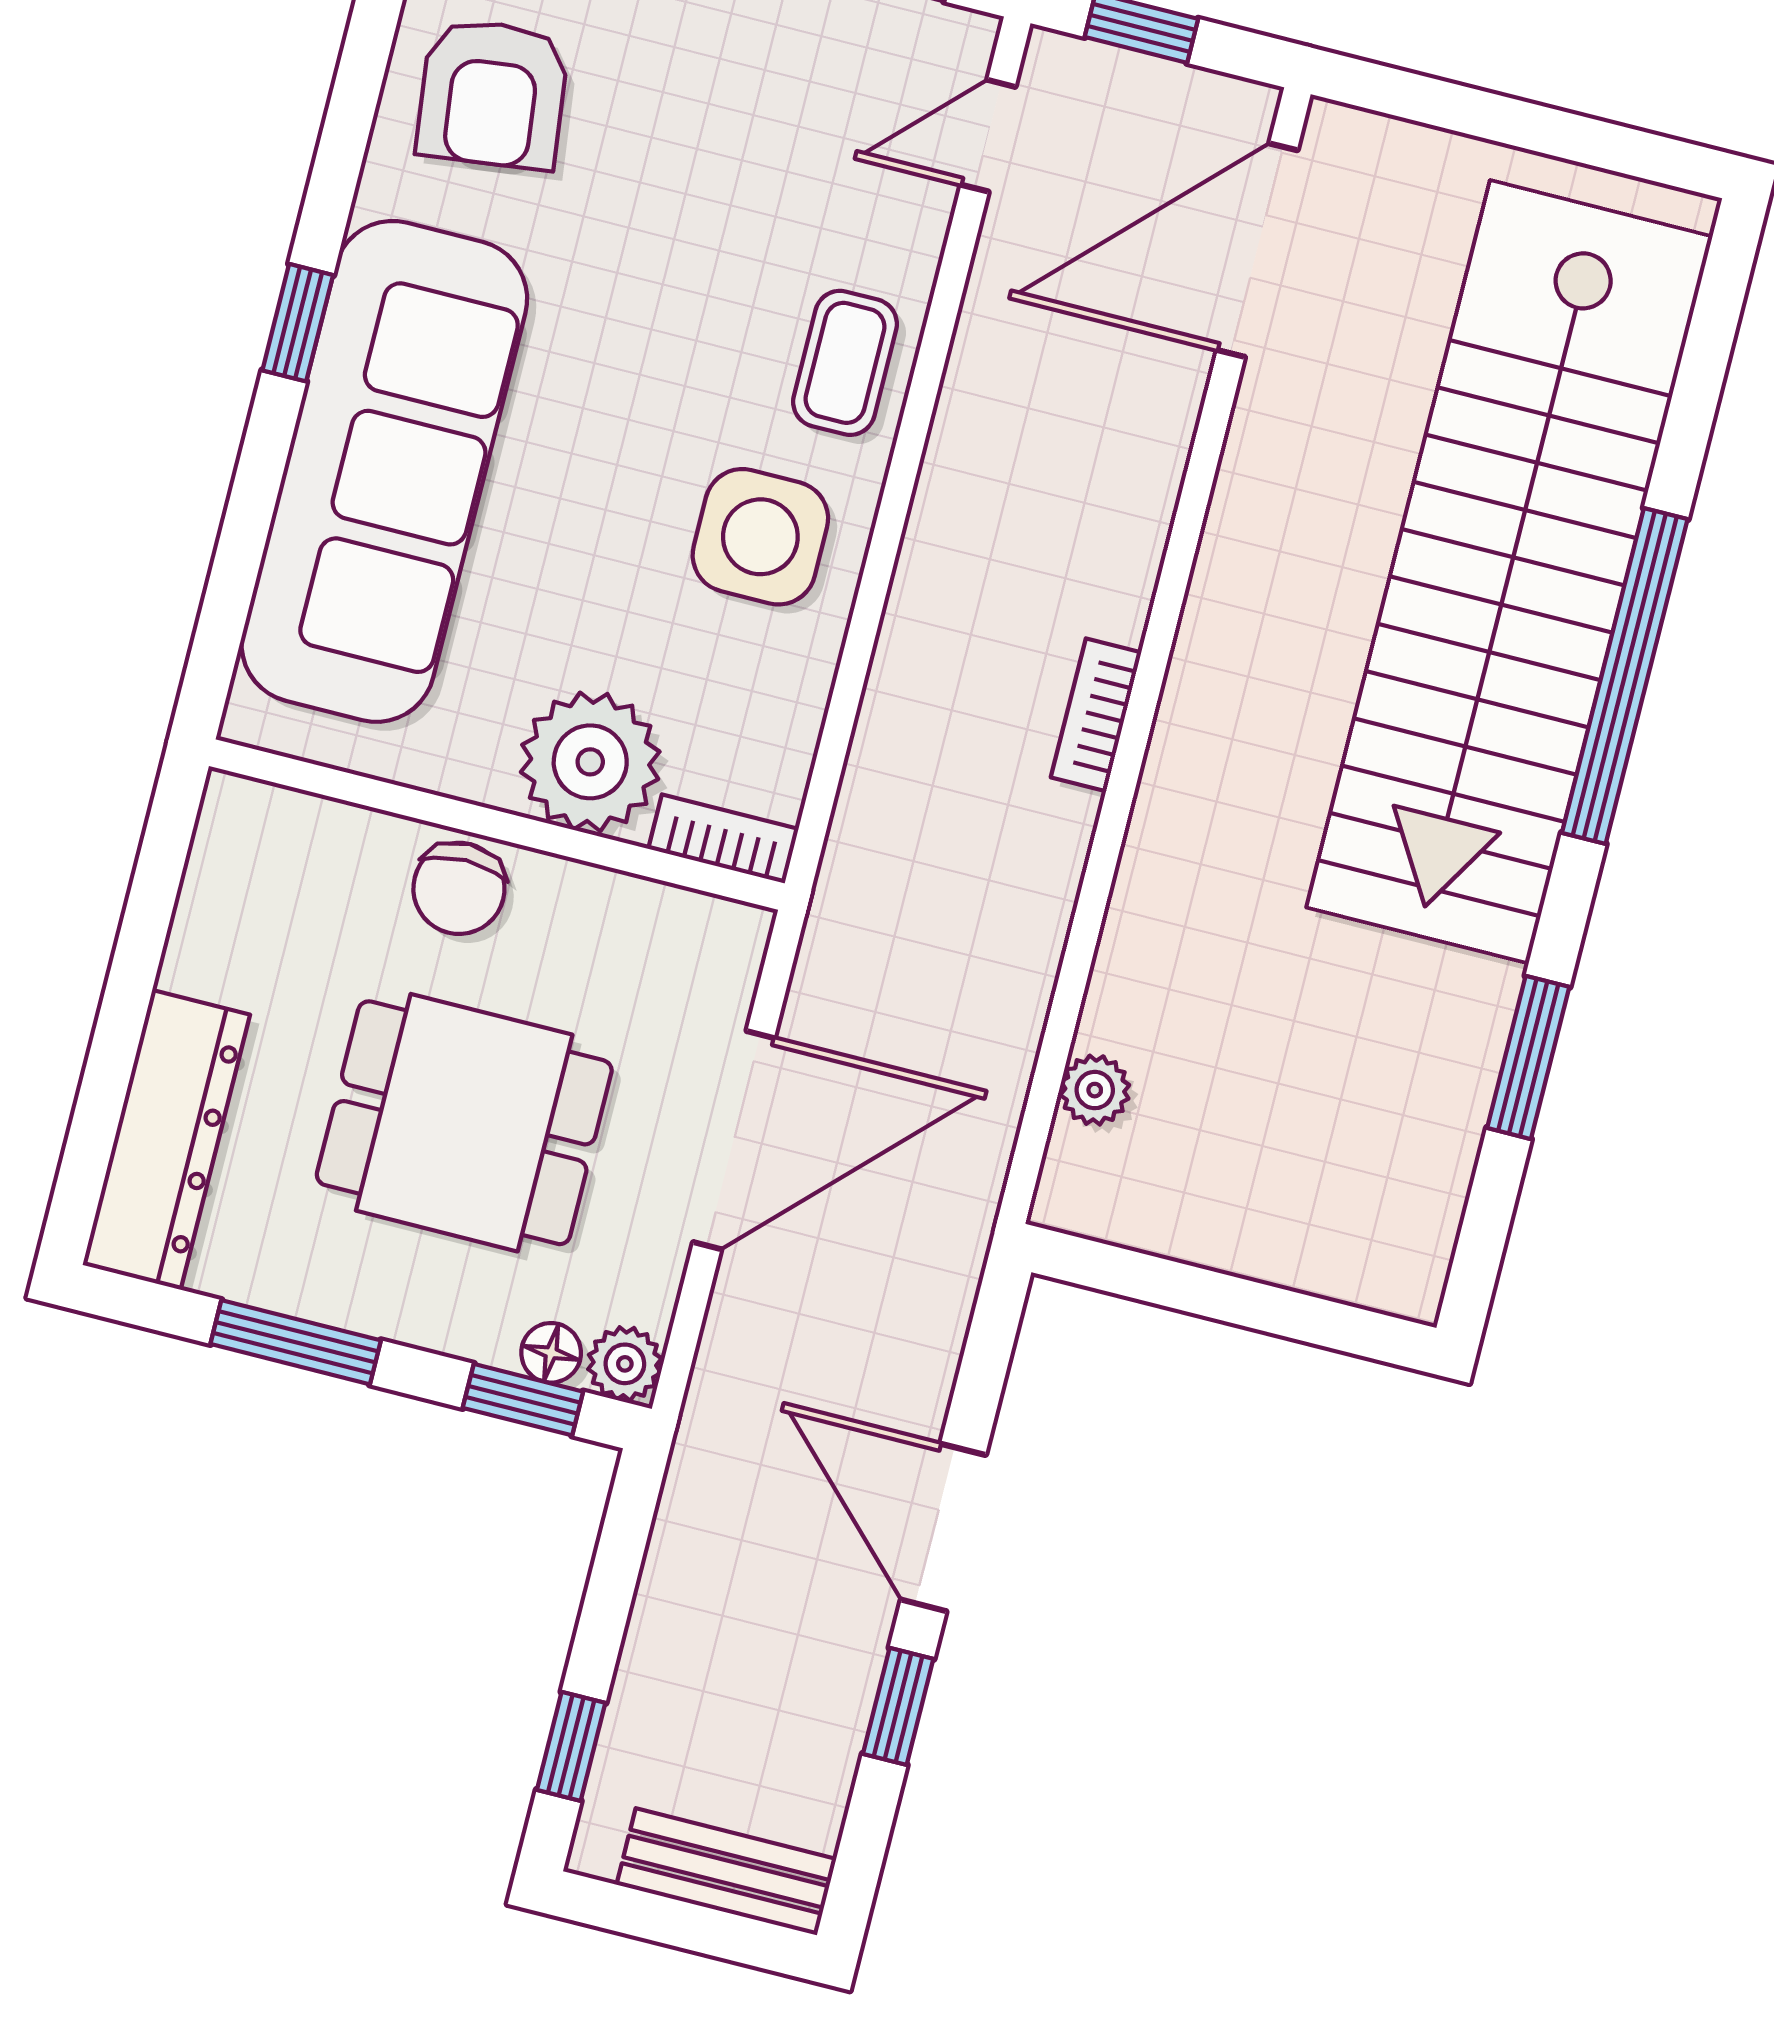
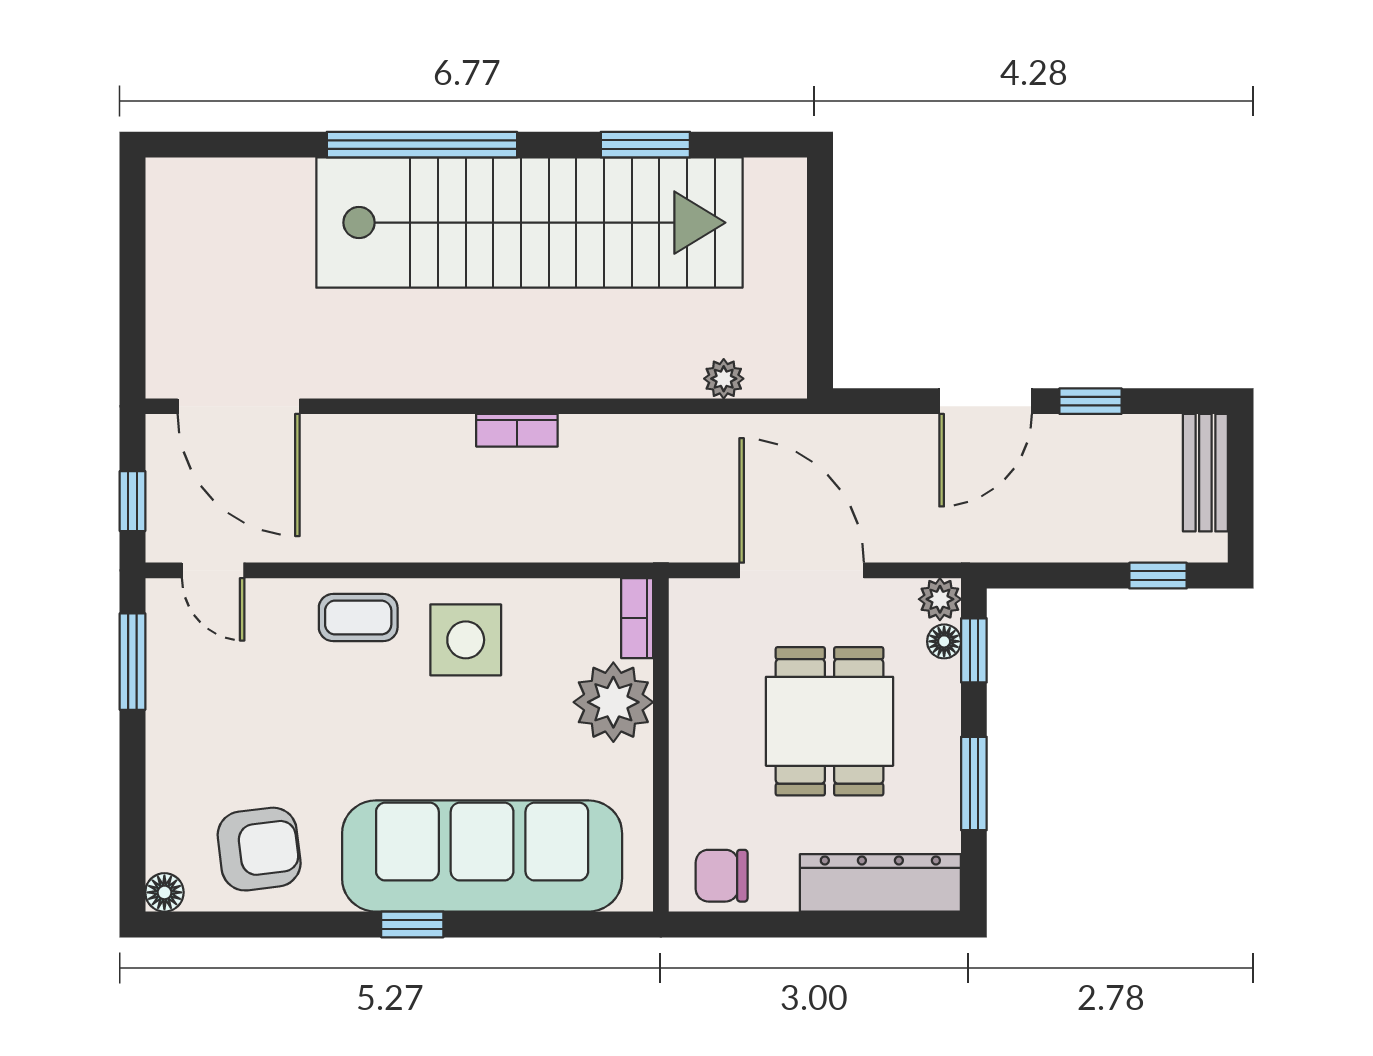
stairs: (1510, 572) -> (529, 223), moved
chair: (459, 888) -> (722, 876), moved, turned 180

